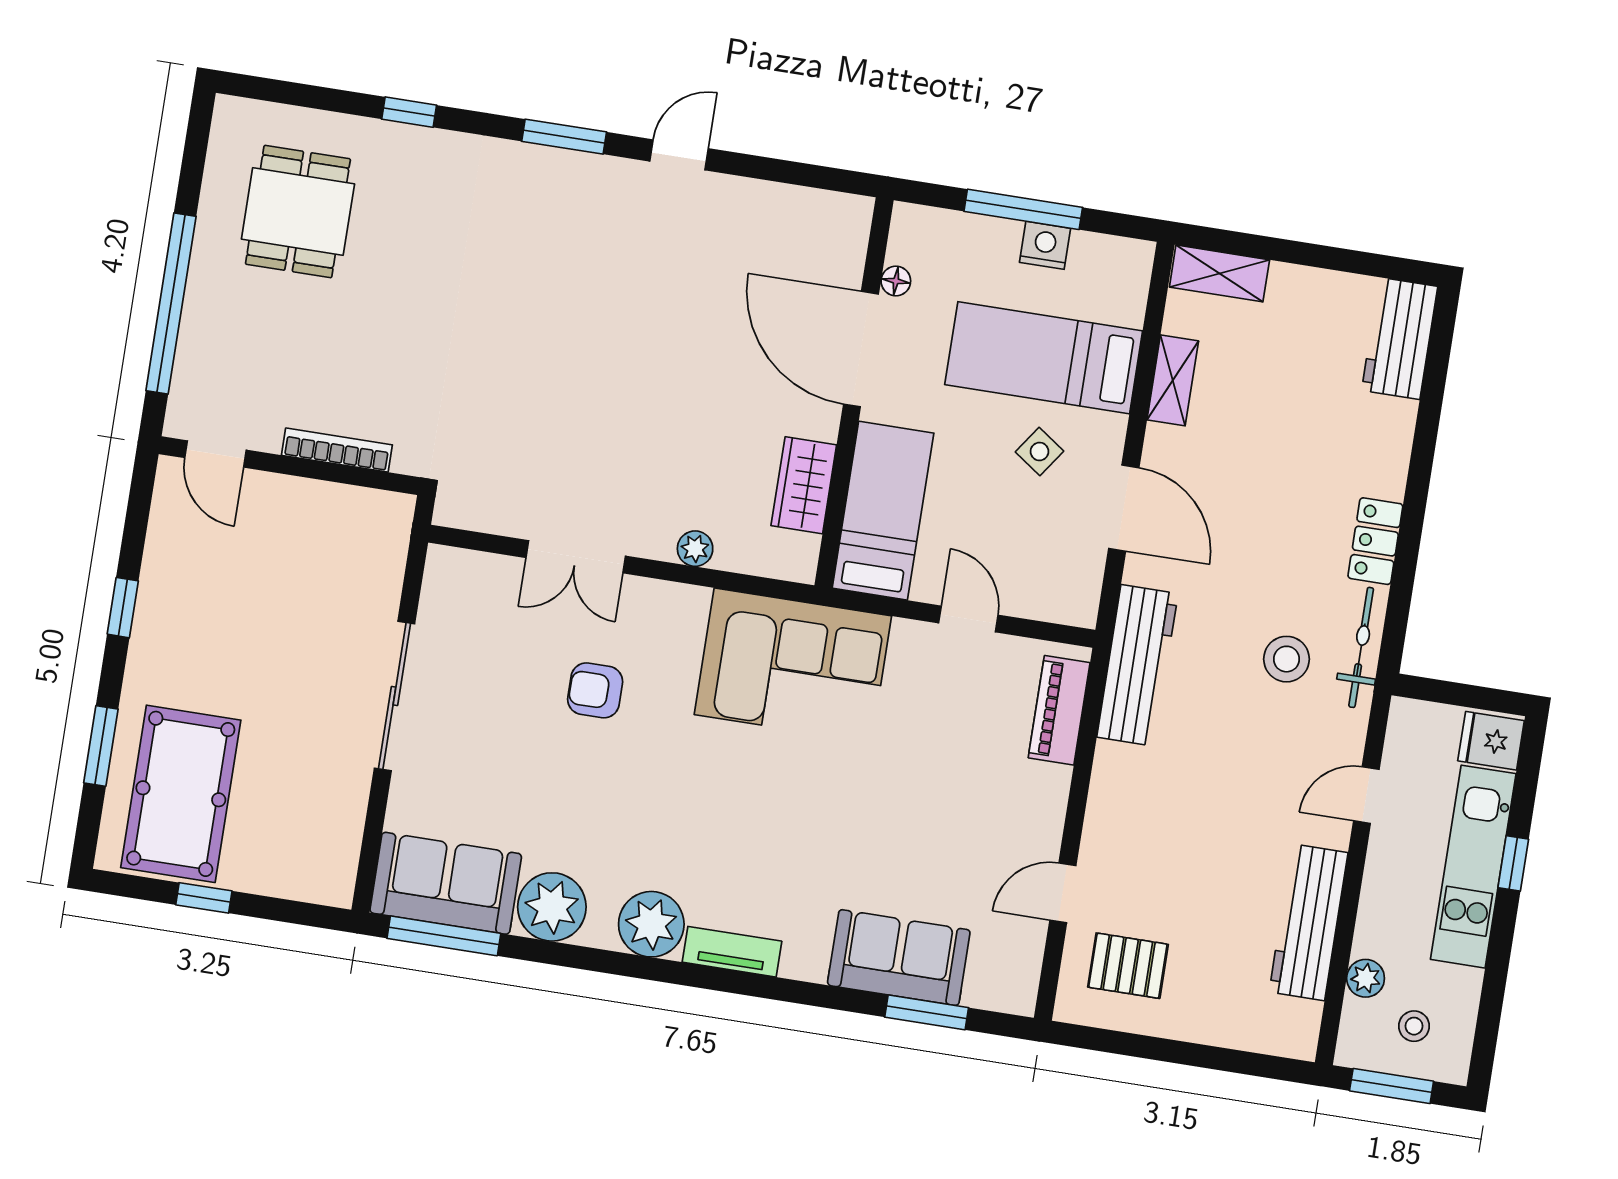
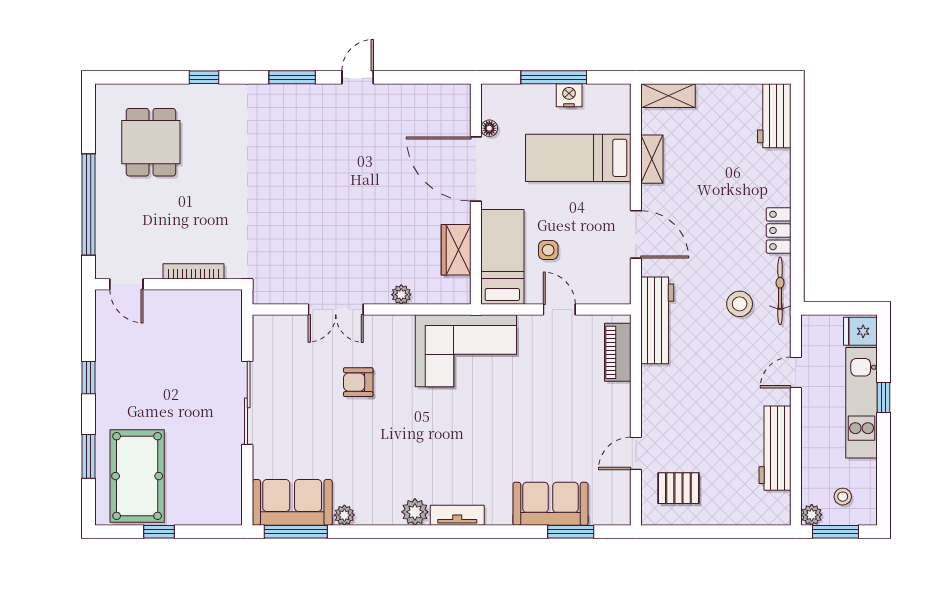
side table: (1039, 452) -> (548, 250), moved, turned -35
plant: (552, 907) -> (344, 515), width x0.53, depth x0.53
plant: (651, 924) -> (415, 512), width x0.73, depth x0.73
plant: (1366, 978) -> (812, 515), moved

